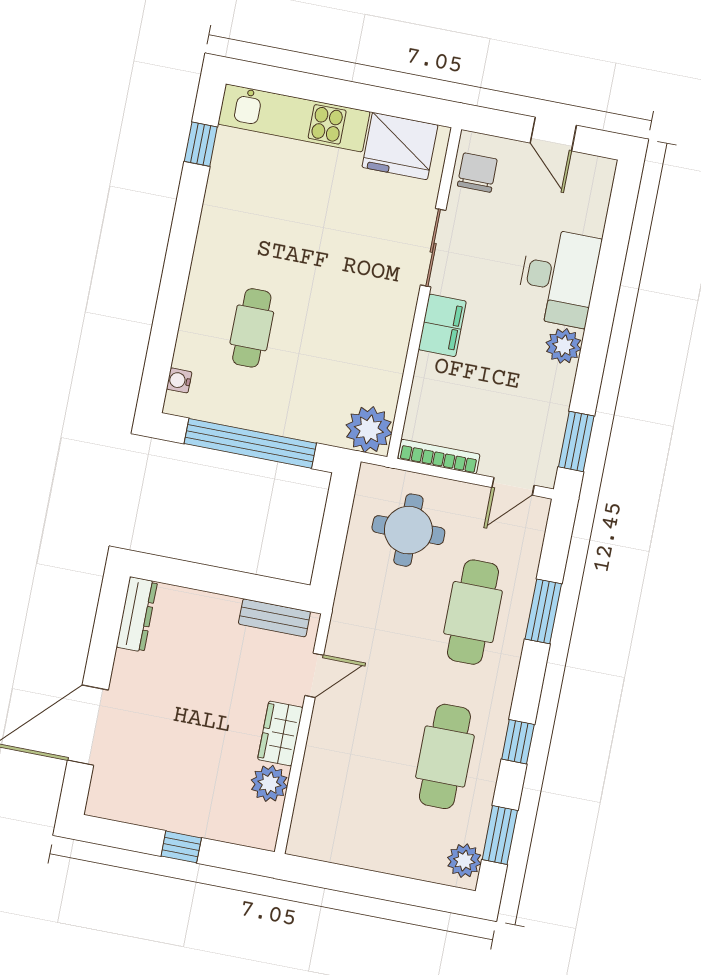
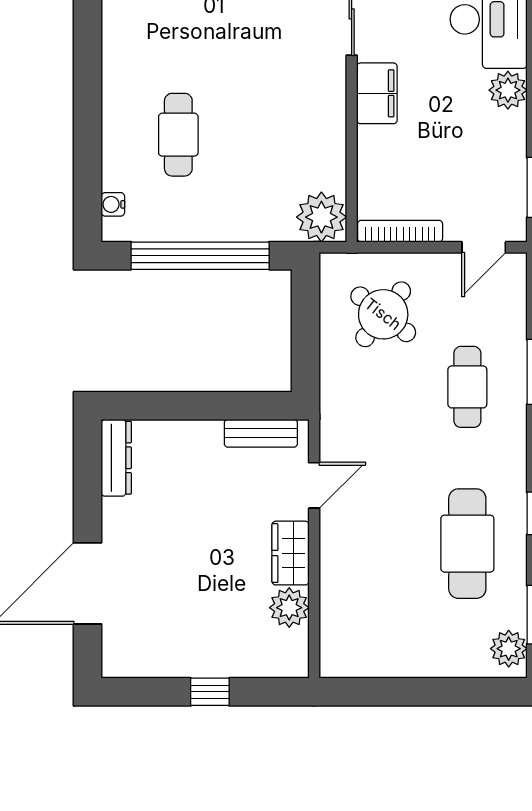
round table: (408, 530) -> (383, 314), turned 38
cafe table: (473, 612) -> (467, 387), width x0.73, depth x0.74

